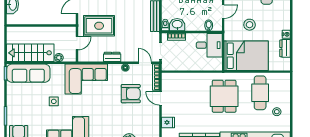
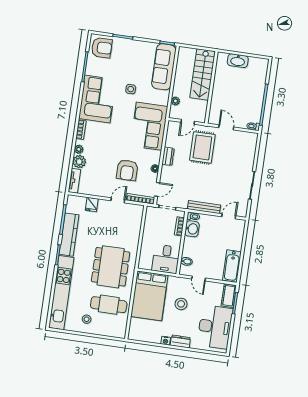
door: (77, 43) -> (188, 122), hinge flipped
dresser: (285, 48) -> (180, 341), moved
stairs: (30, 53) -> (203, 74), moved, turned 180
dining table: (224, 96) -> (111, 267), width x1.38

